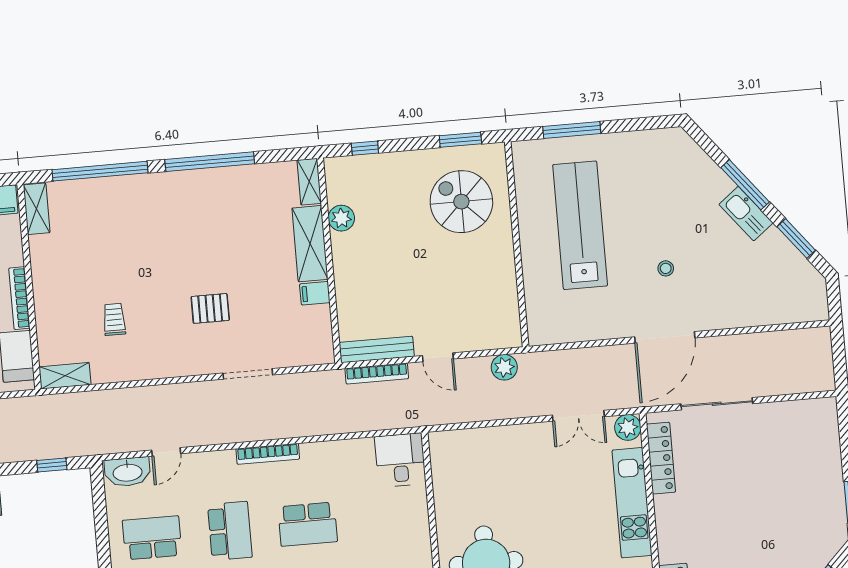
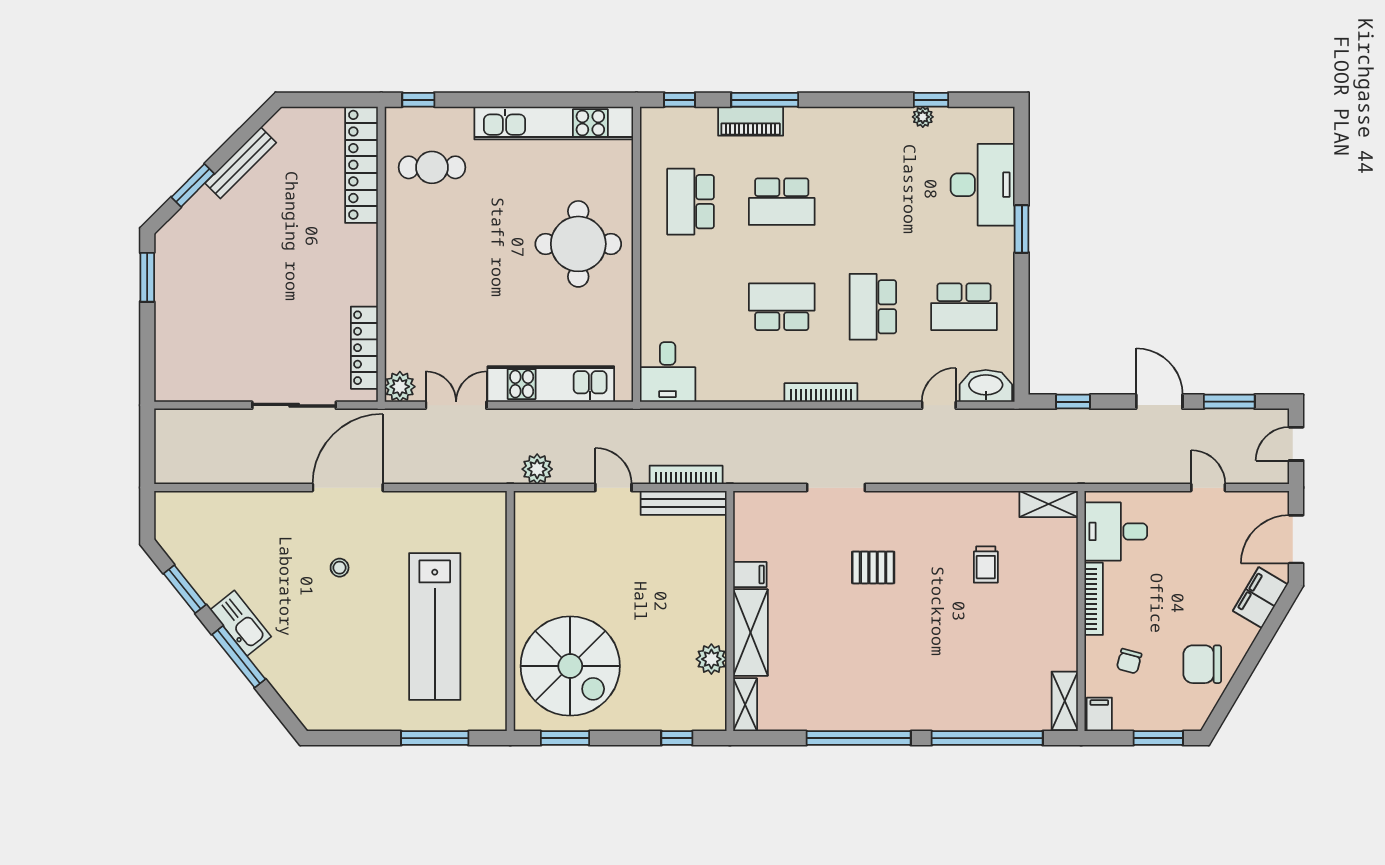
spiral stairs: (461, 202) -> (570, 666), width x1.37, depth x1.37
kitchen unit: (632, 503) -> (551, 384), moved, turned -90

